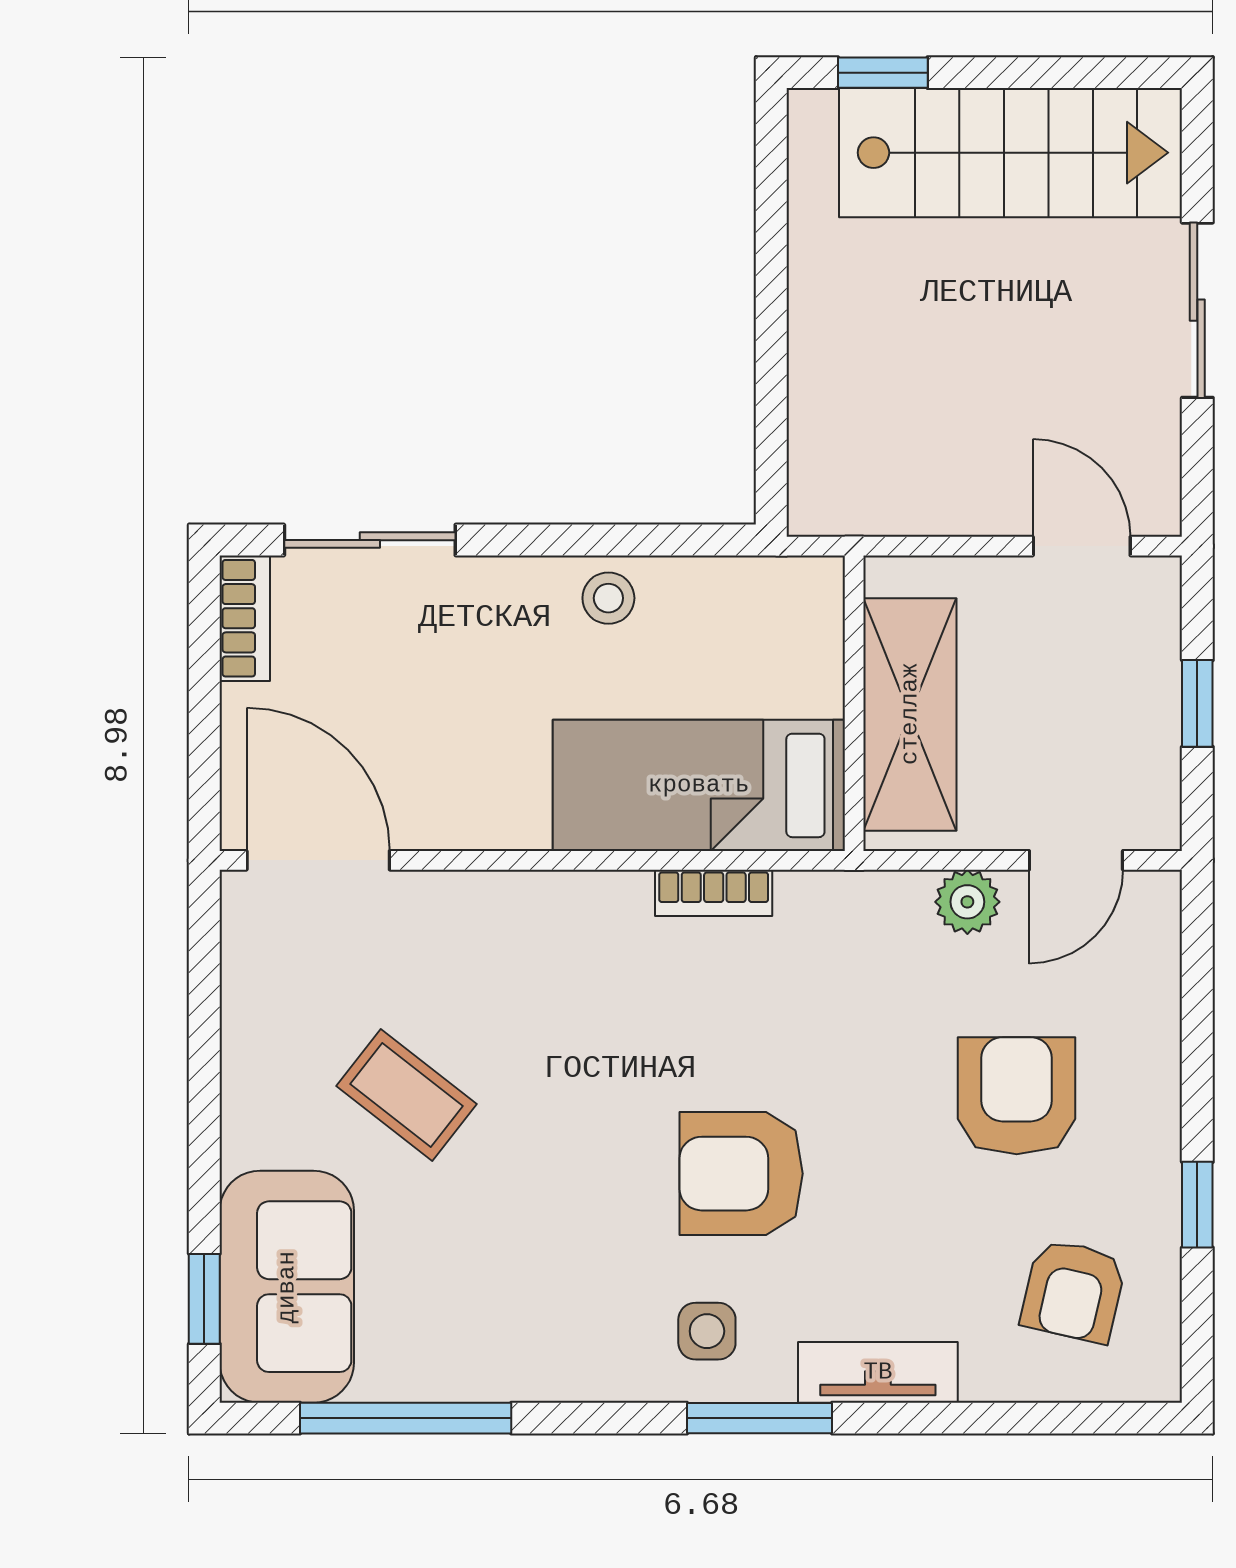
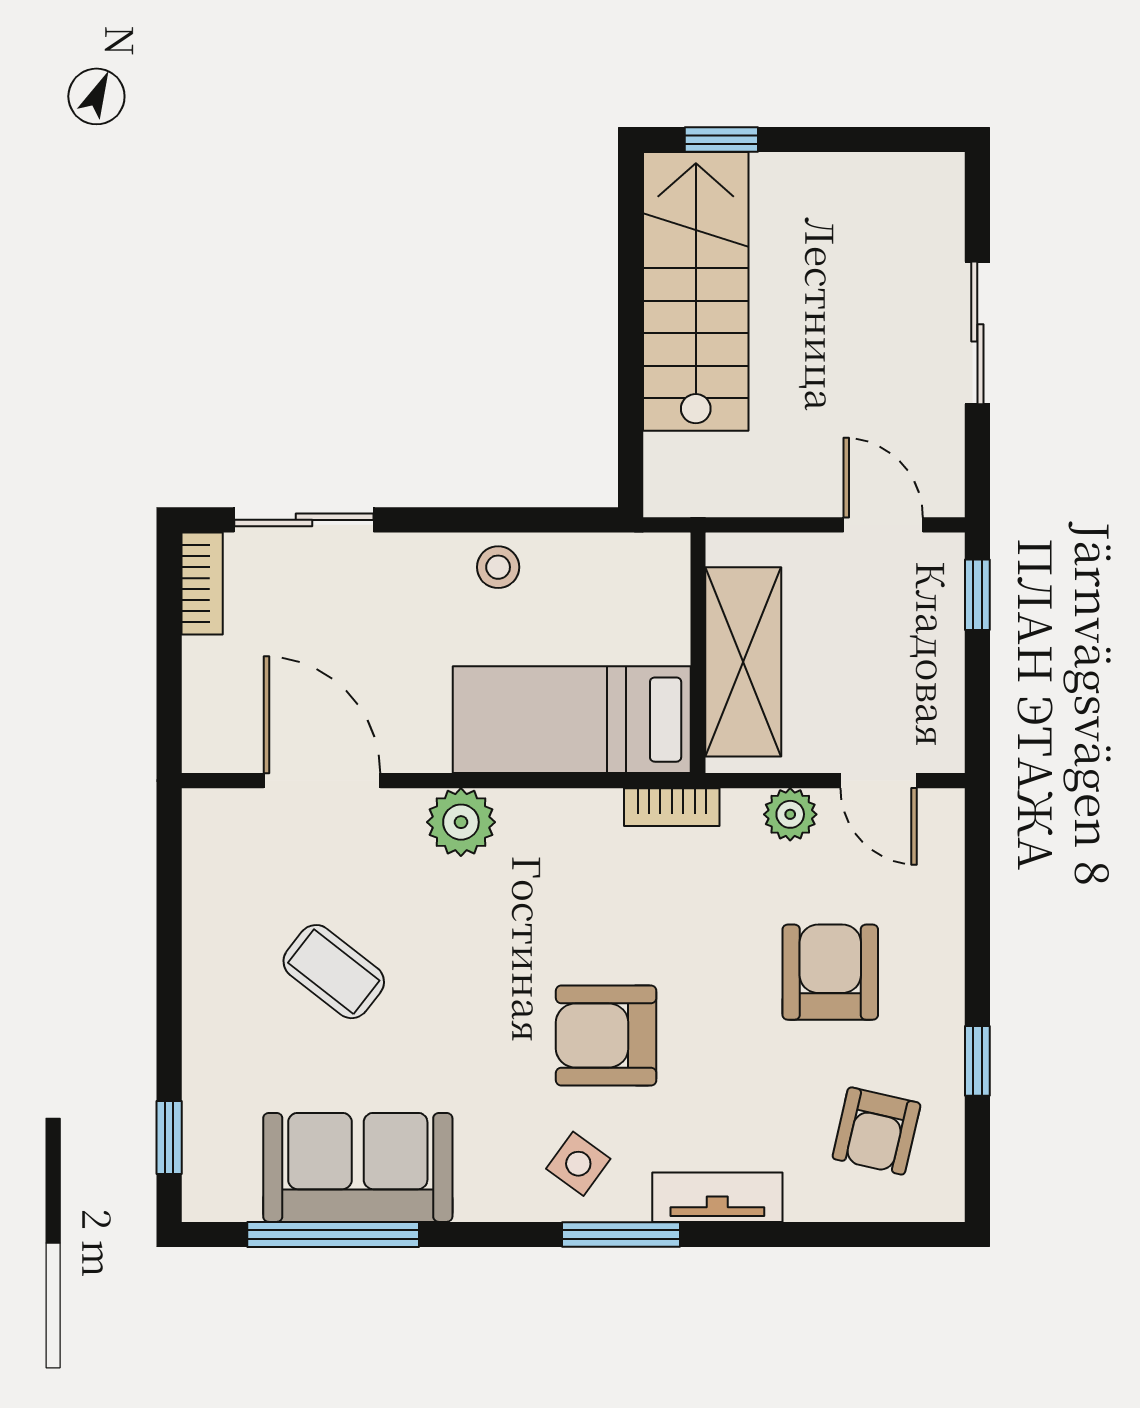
stairs: (1011, 153) -> (696, 291), moved, turned -90
window: (1197, 703) -> (977, 595), moved
door: (318, 860) -> (322, 781), moved
door: (1076, 860) -> (879, 781), hinge flipped
bookcase: (714, 893) -> (672, 807), moved
plant: (563, 911) -> (461, 822), added
sofa: (287, 1287) -> (358, 1167), moved, turned -90
side table: (707, 1331) -> (578, 1164), turned 36

